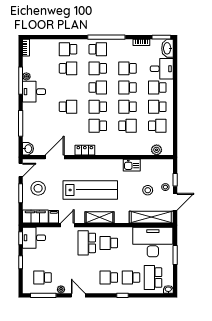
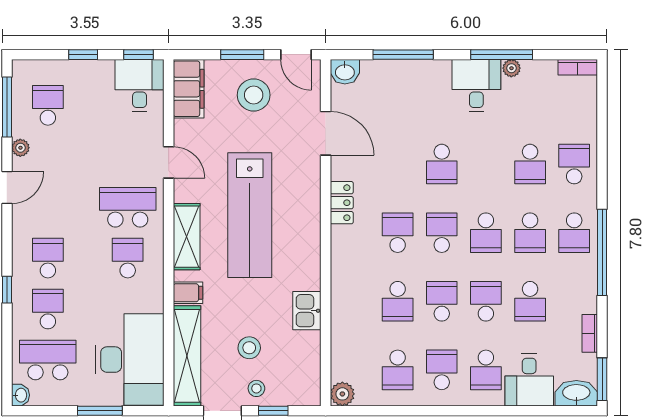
school desk: (98, 68) -> (530, 233), turned 180
school desk: (128, 68) -> (530, 301), turned 180
school desk: (157, 88) -> (486, 370), turned 180
plant: (157, 150) -> (342, 394), moved
filing cabinet: (54, 217) -> (188, 293), moved

